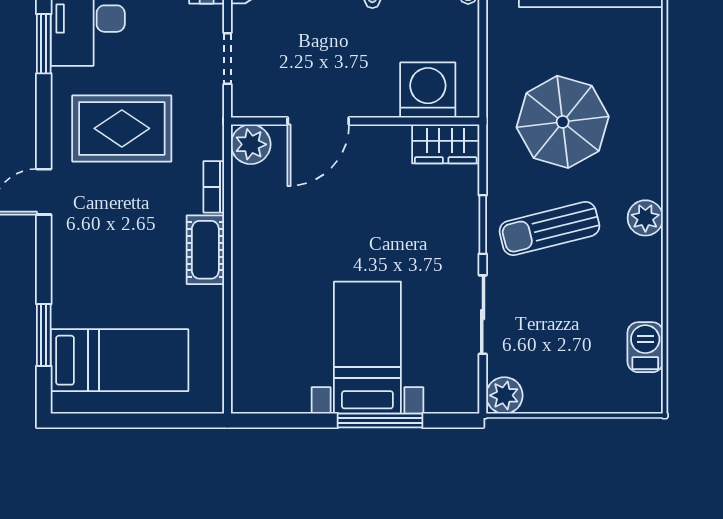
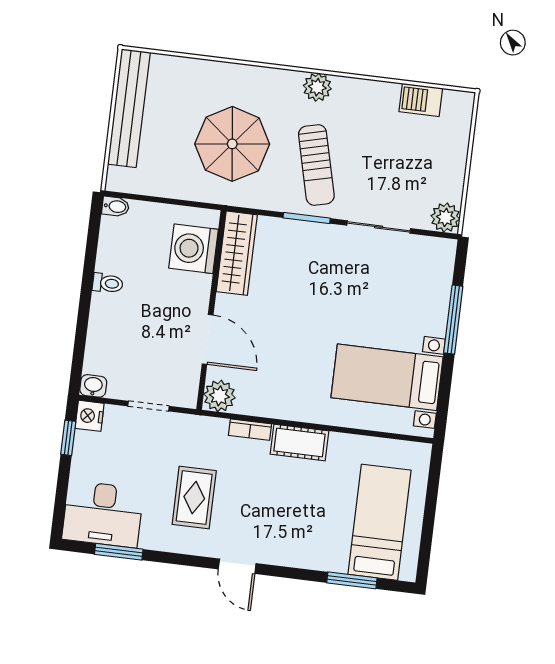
rug: (122, 128) -> (194, 498), width x0.73, depth x0.70
wardrobe: (446, 144) -> (237, 253), width x1.50
bed with nightstands: (367, 348) -> (387, 377), moved

